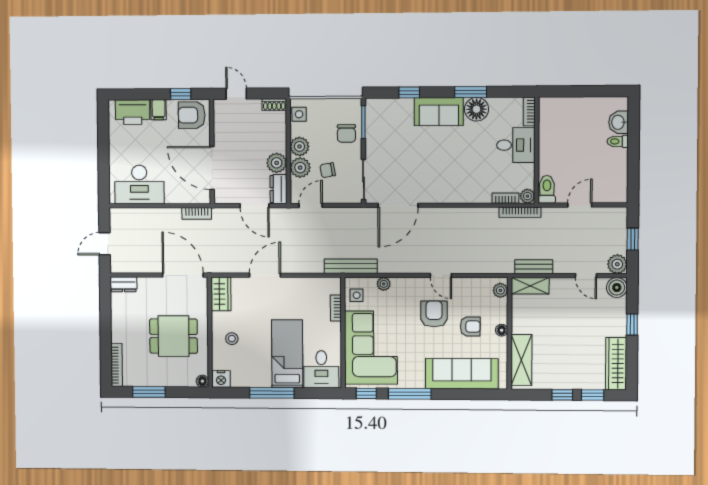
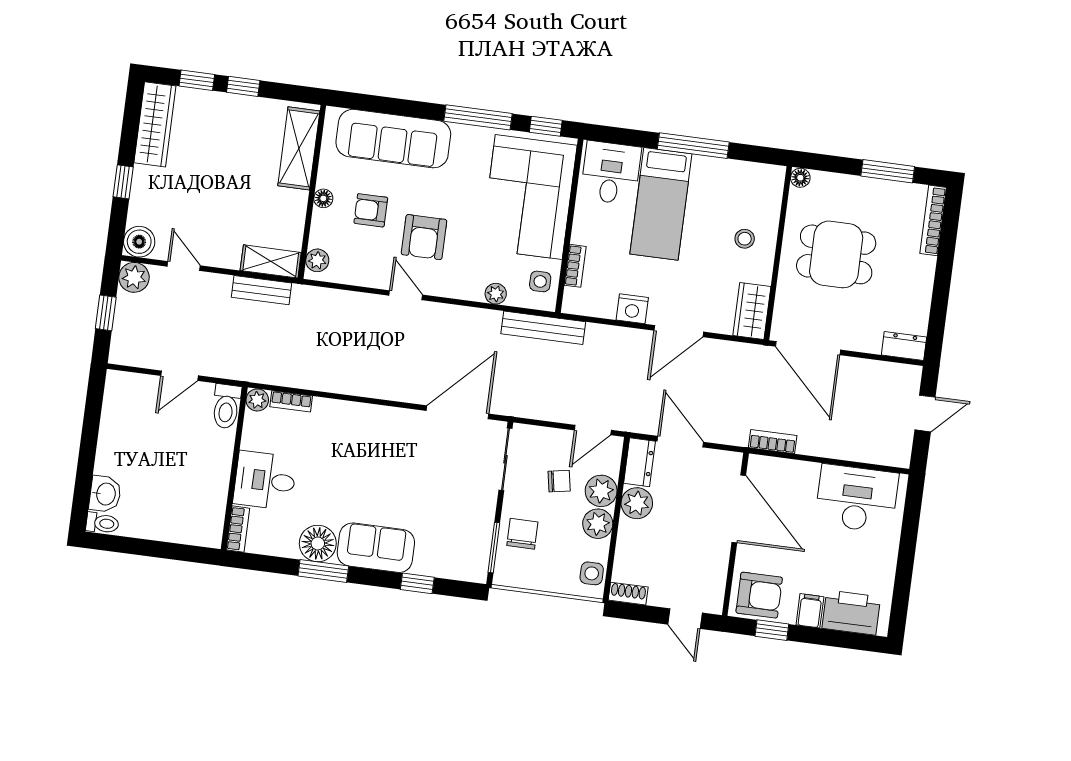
toilet: (618, 141) -> (102, 523), moved
bookcase: (520, 212) -> (272, 377), removed
nightstand: (221, 379) -> (632, 309), moved, turned 180

